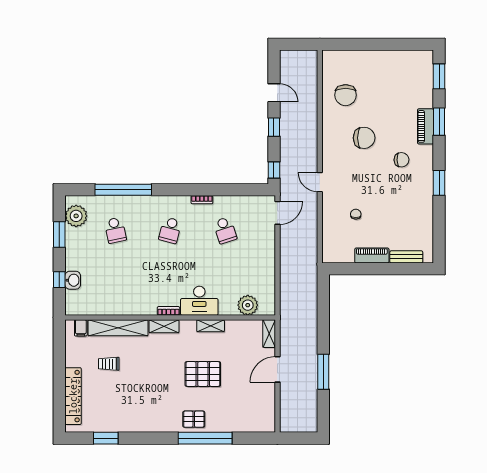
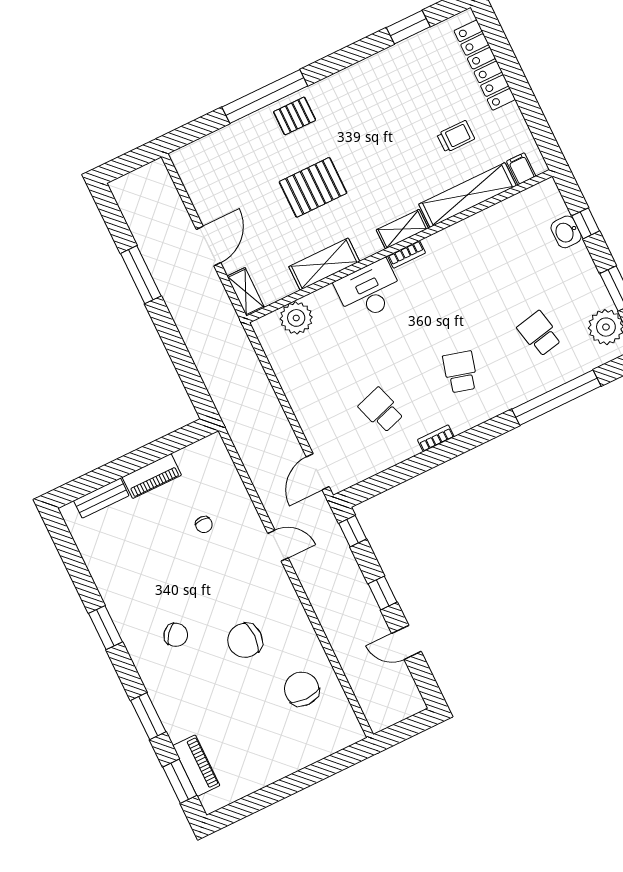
piano: (426, 126) -> (196, 766), moved
chair: (402, 160) -> (176, 635), turned -139
shelving: (211, 326) -> (324, 264), width x1.50, depth x1.33

